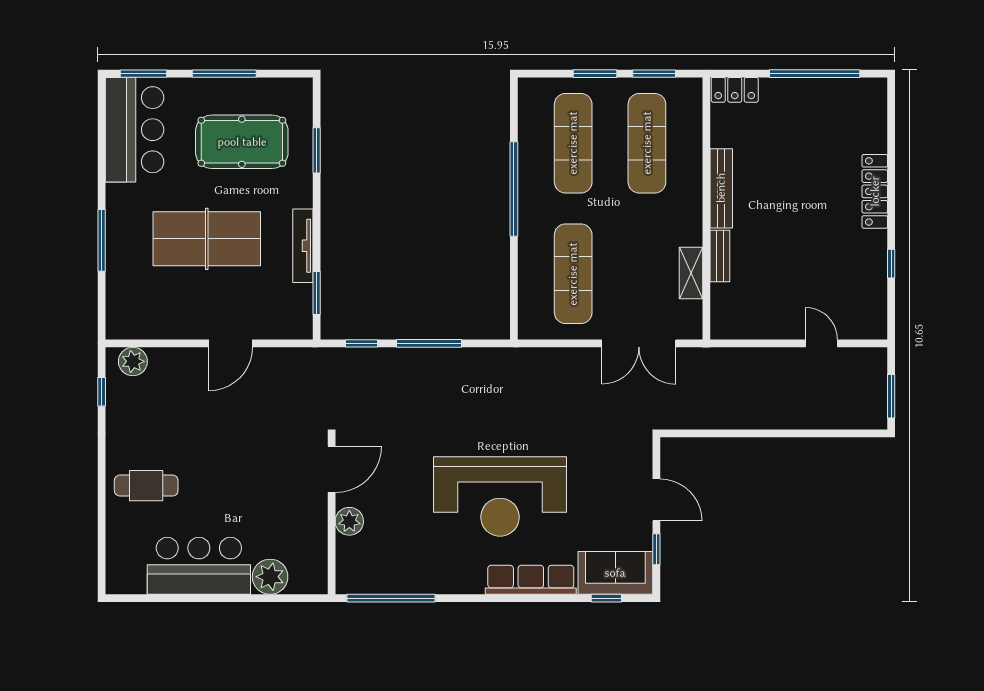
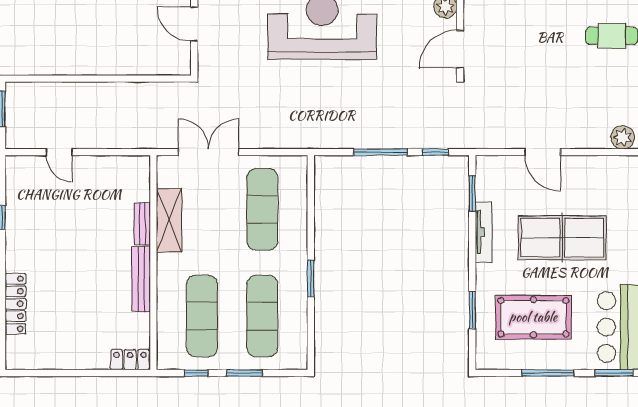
window: (654, 74) -> (196, 373), width x0.67
window: (815, 74) -> (65, 373), removed
window: (514, 189) -> (311, 279), width x0.47
locker: (875, 191) -> (15, 304), moved
shelving: (691, 273) -> (169, 220), width x1.50, depth x1.33
door: (231, 343) -> (543, 152), swing flipped

